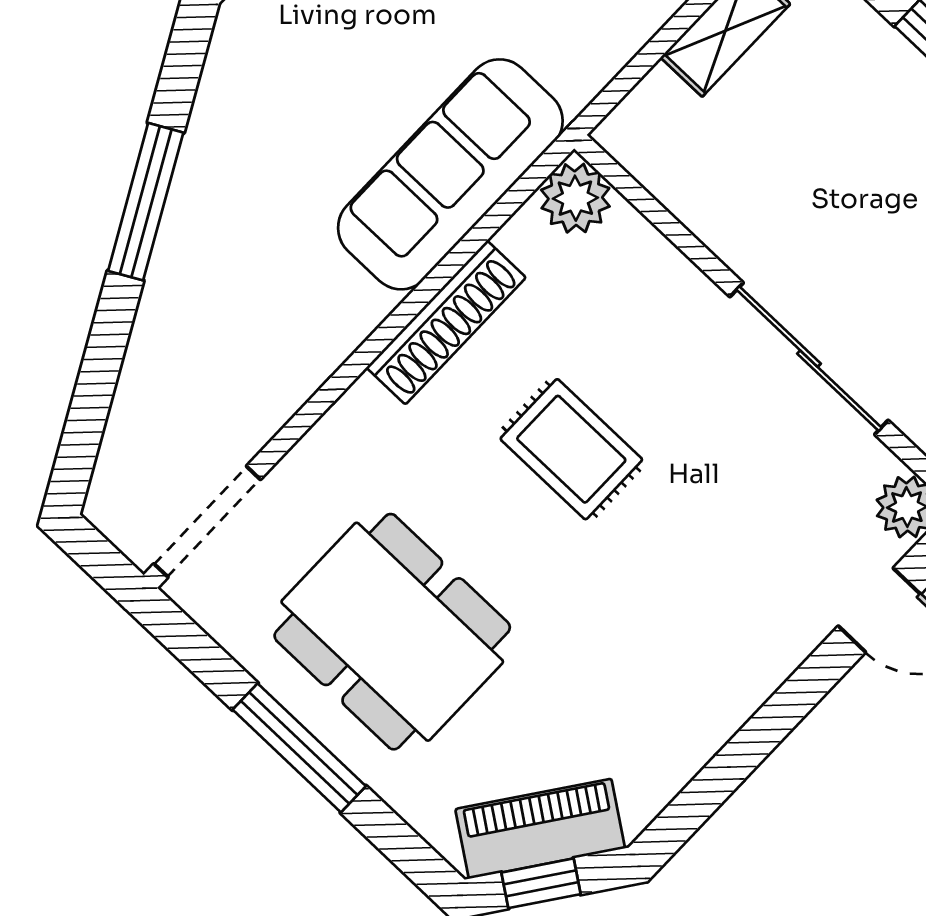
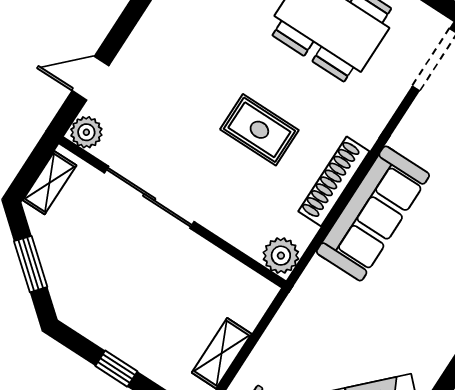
sofa: (450, 174) -> (373, 213), moved

